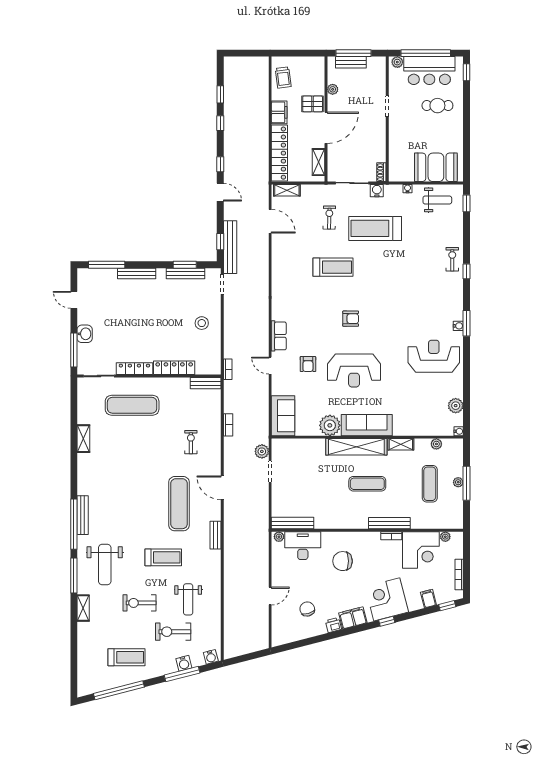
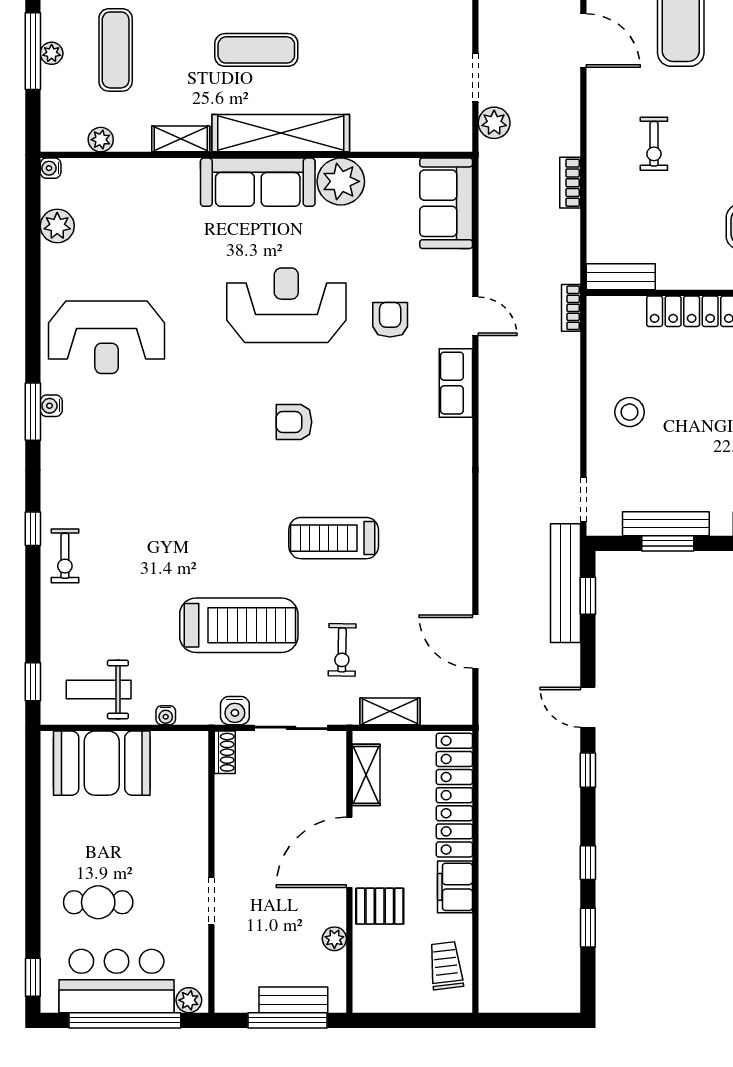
shelving: (287, 190) -> (390, 711), moved

